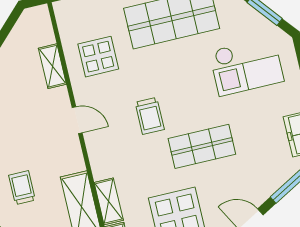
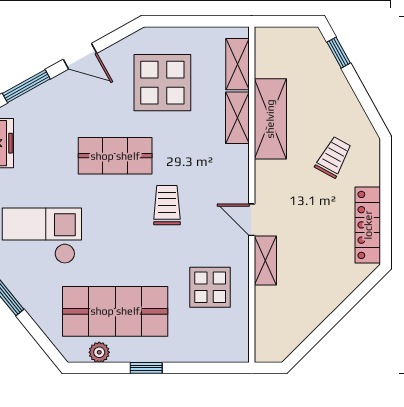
shelving: (52, 66) -> (265, 261), moved
trolley: (22, 188) -> (333, 157), turned -151

